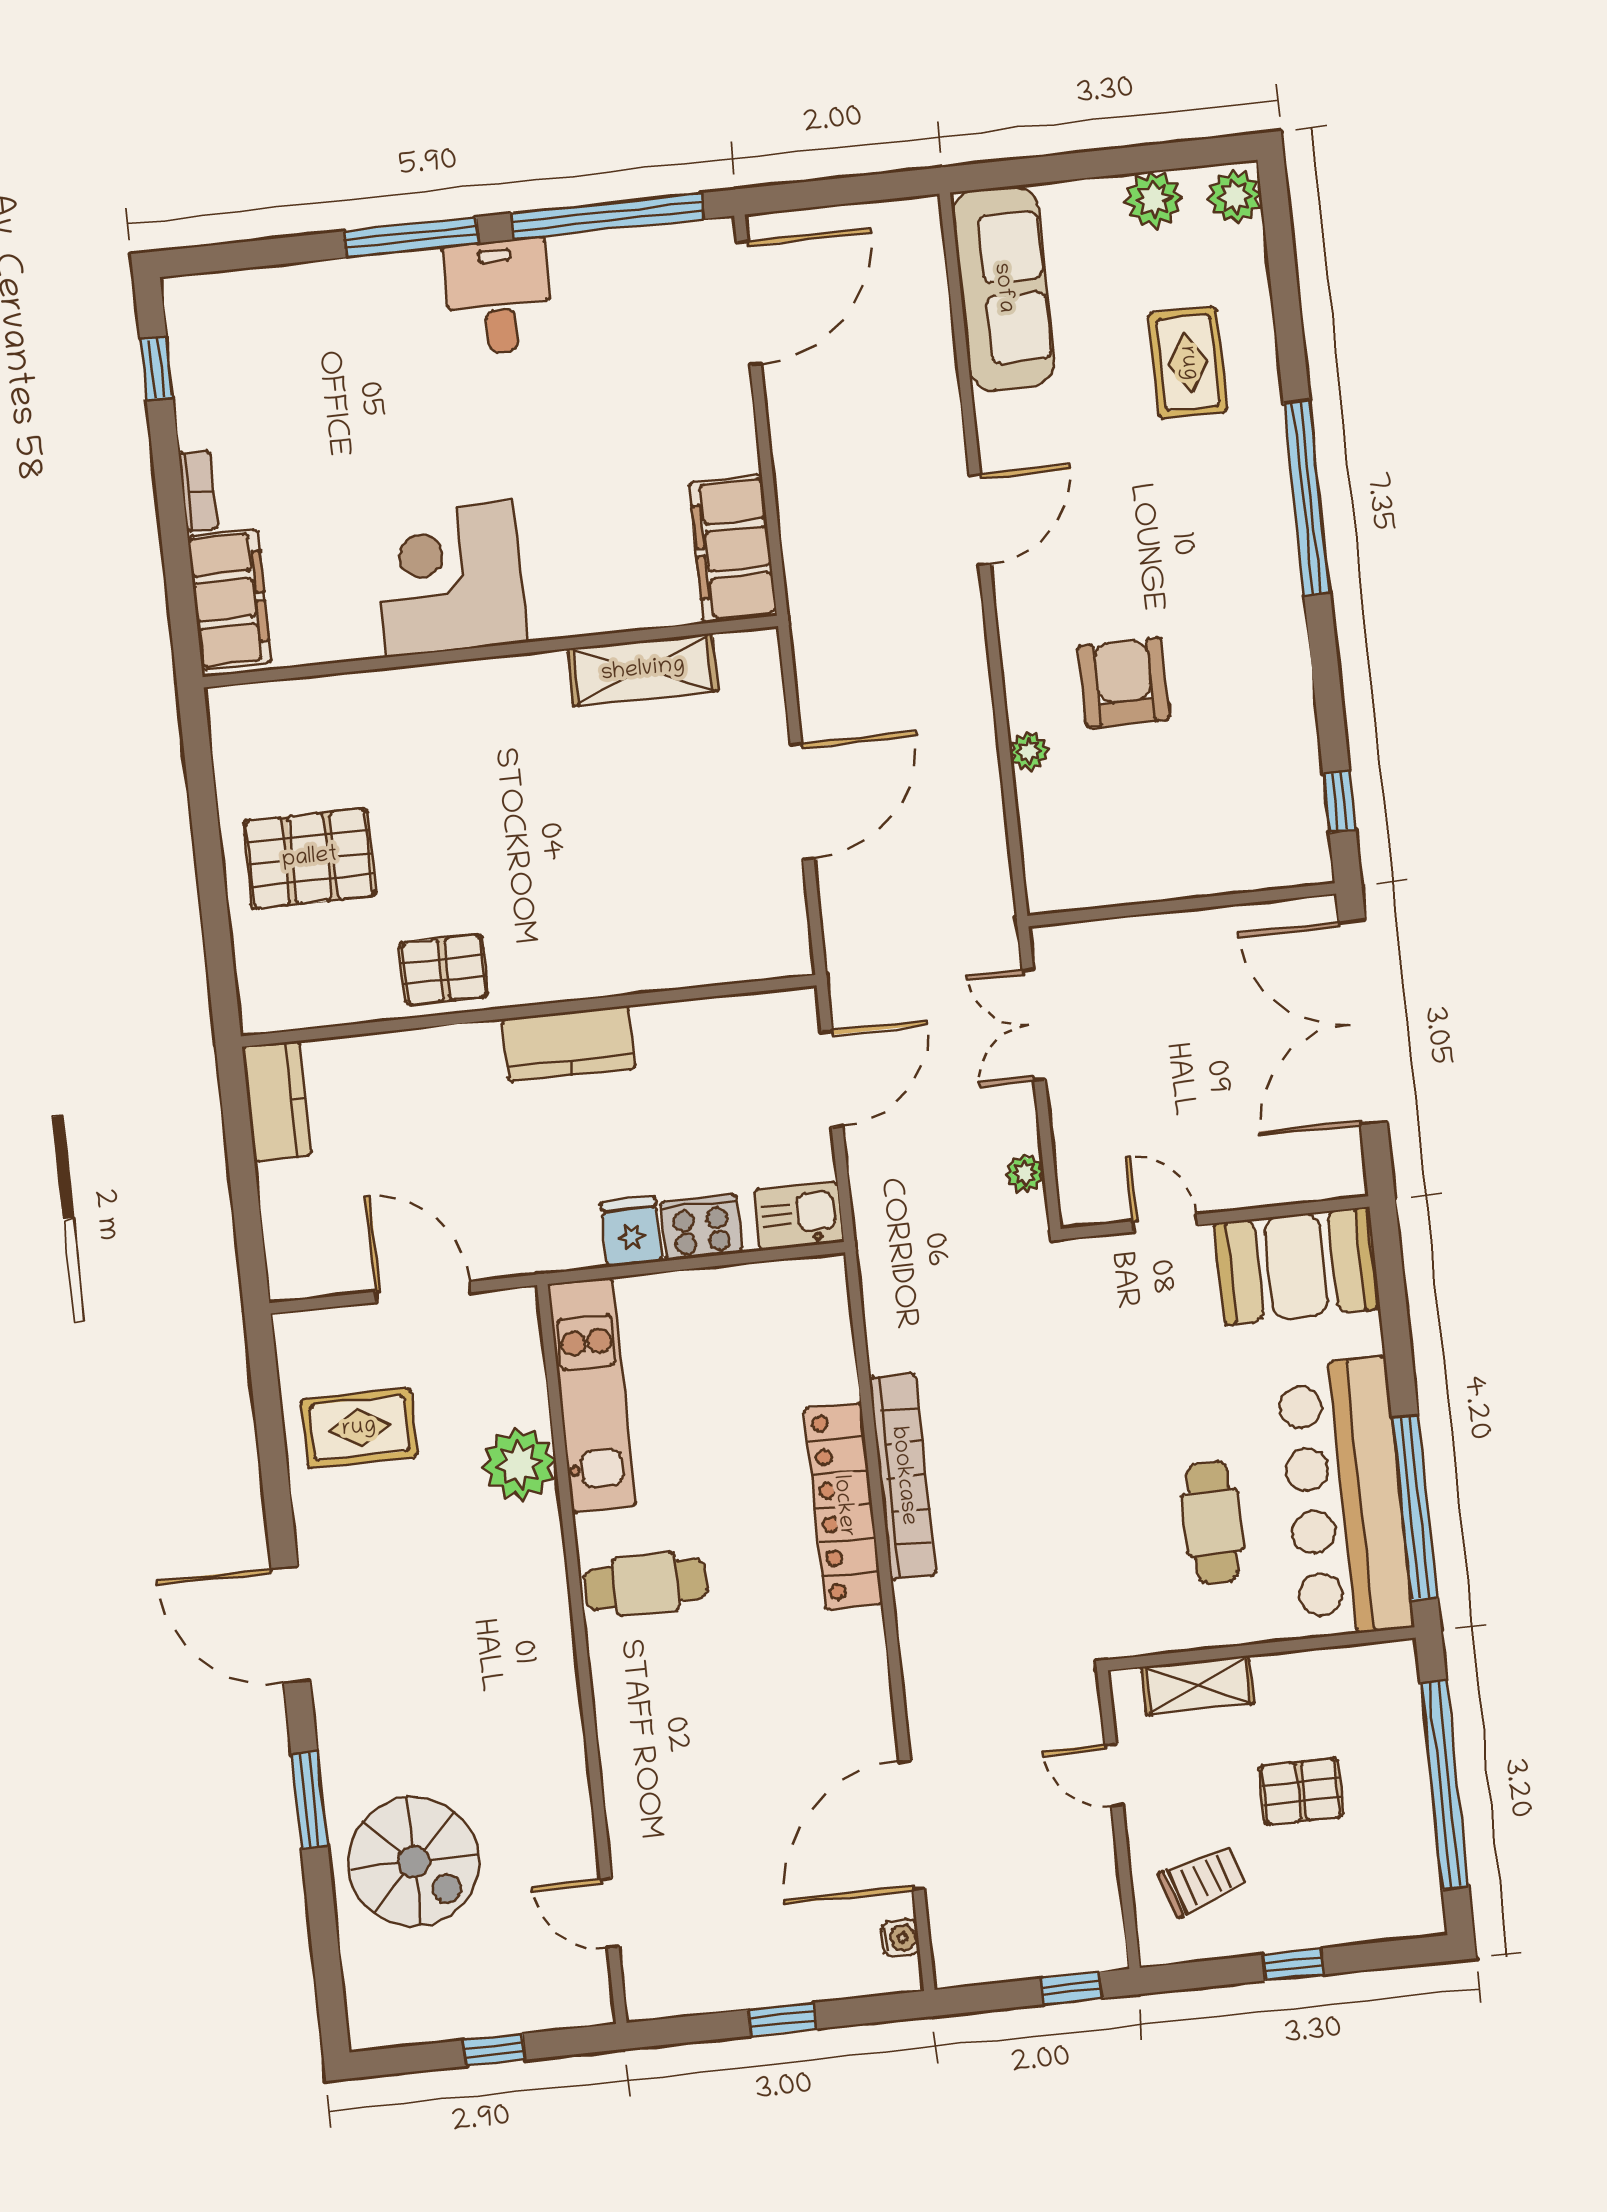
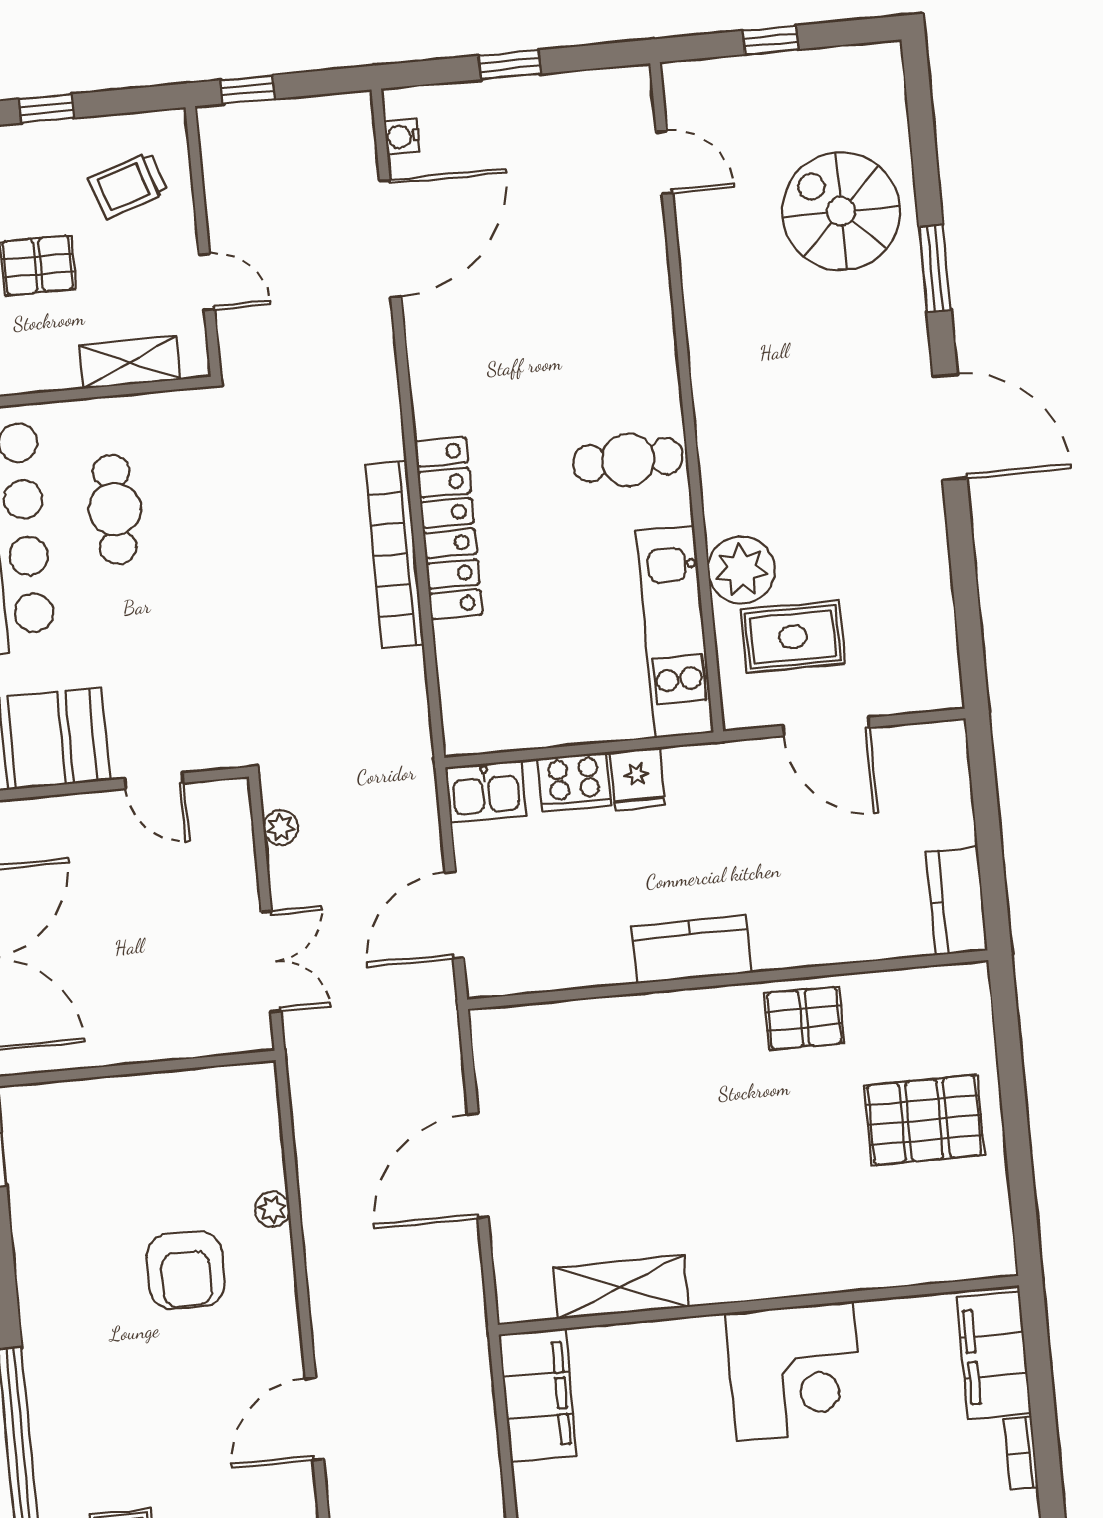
rug: (359, 1428) -> (793, 637), moved

